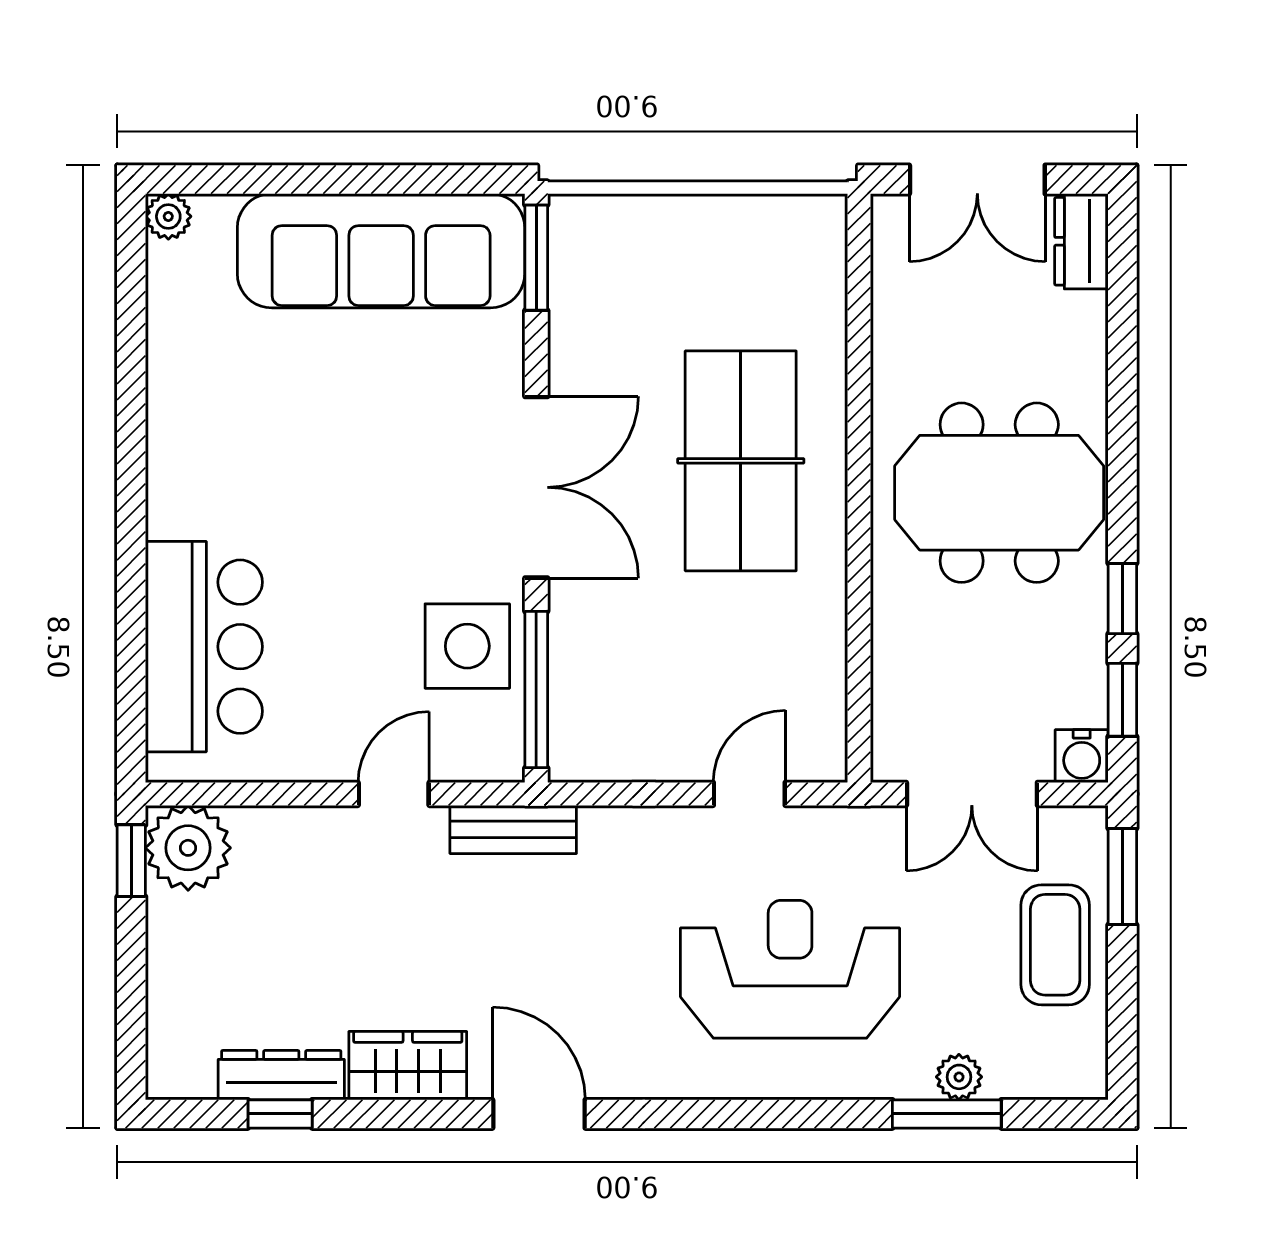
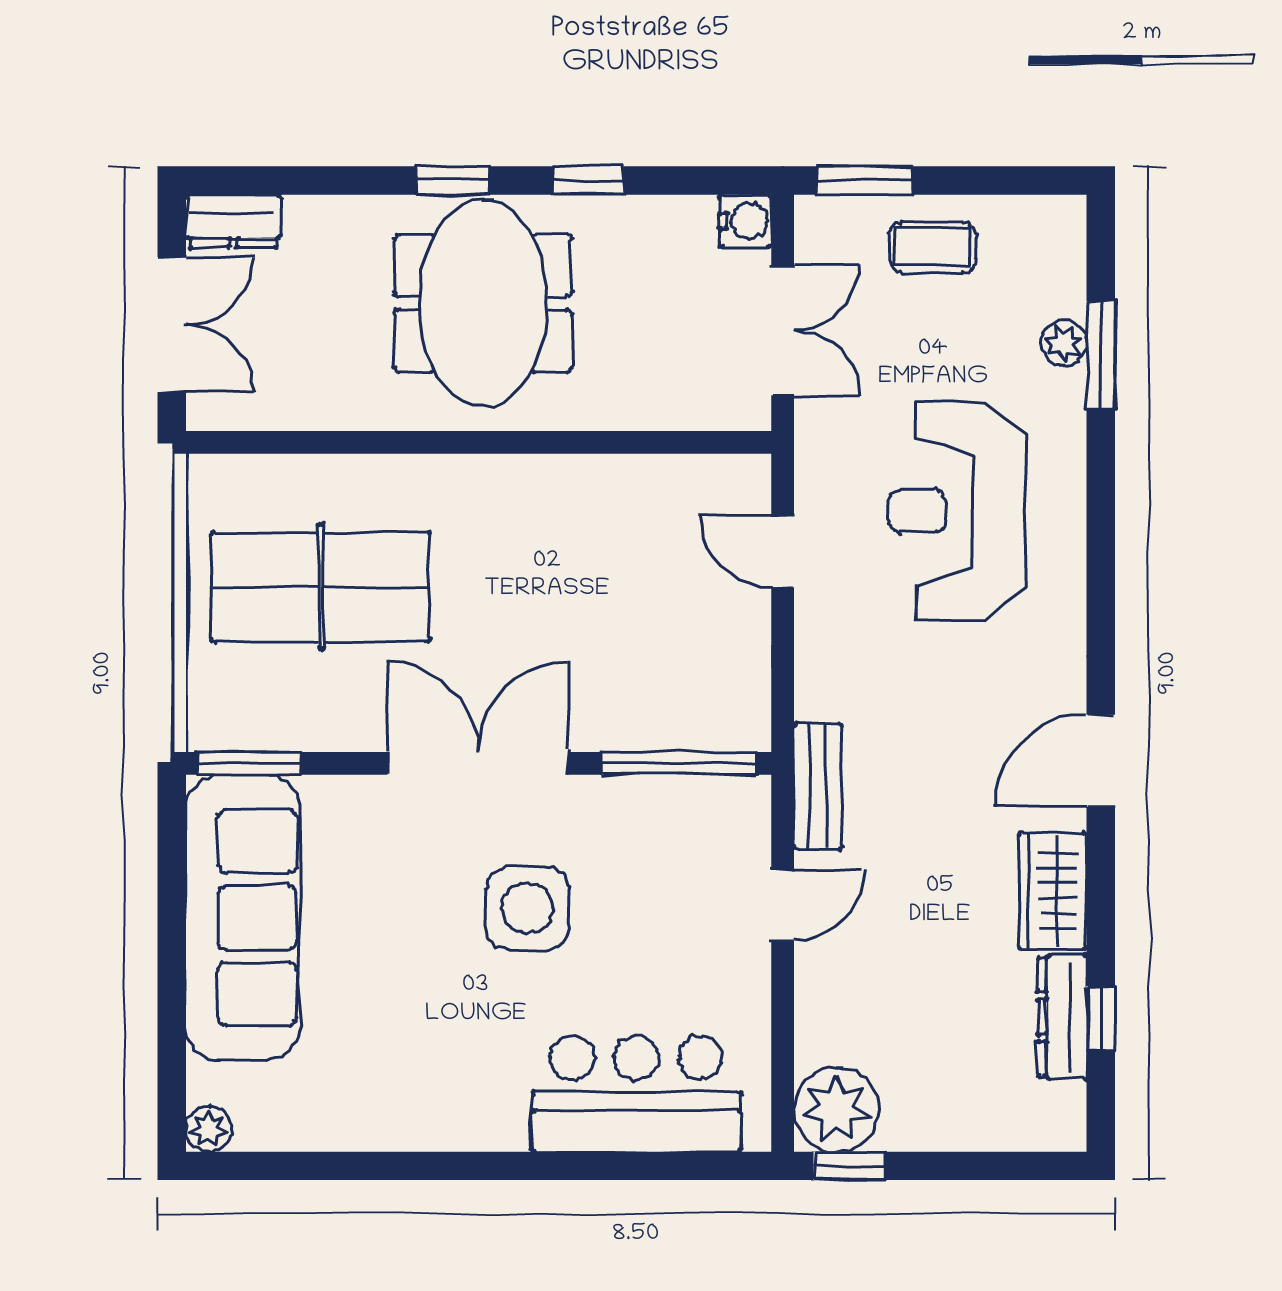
table tennis table: (741, 461) -> (321, 587), moved
side table: (467, 646) -> (528, 908), moved
window: (1122, 700) -> (452, 181), moved
door: (394, 794) -> (783, 905), swing flipped
coffee table: (1055, 945) -> (933, 247), width x0.73, depth x0.77

